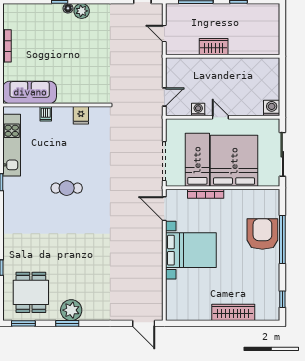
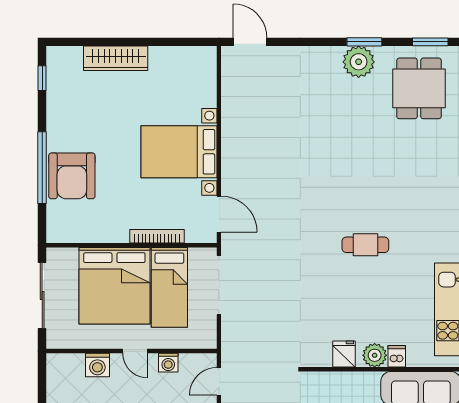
washing machine: (272, 108) -> (97, 365), moved
plant: (60, 114) -> (375, 355), added

